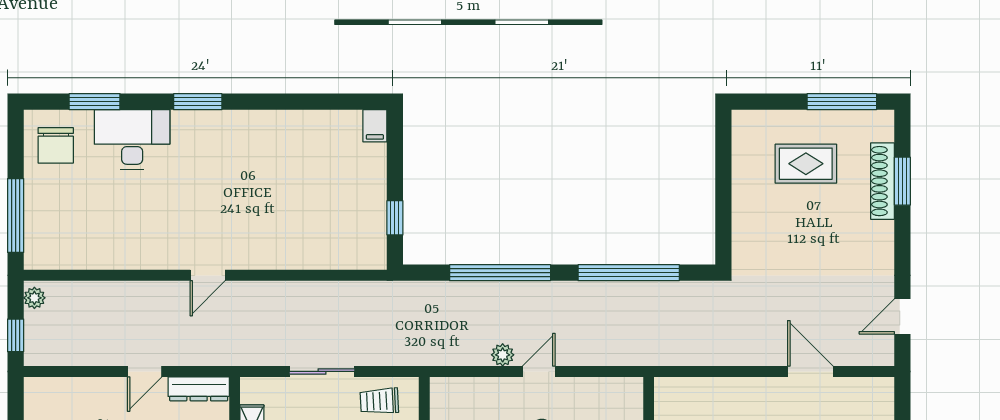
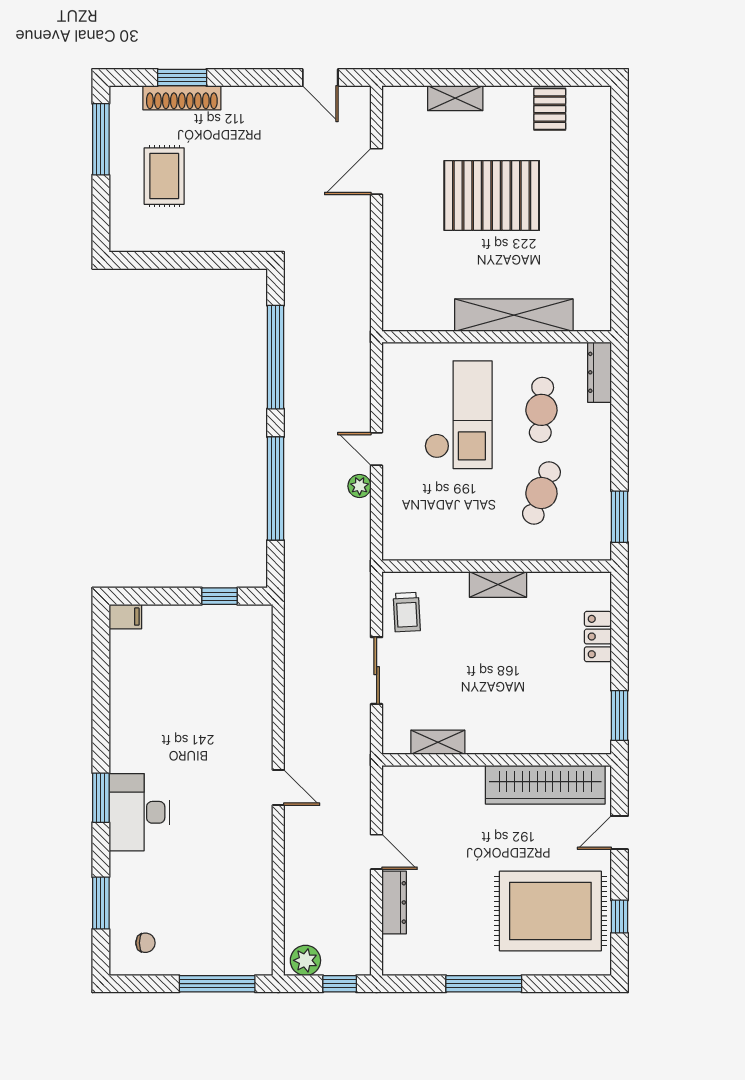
desk: (132, 139) -> (139, 812), moved
chair: (56, 145) -> (145, 943), width x0.54, depth x0.54
plant: (34, 298) -> (305, 960), width x1.38, depth x1.38
dresser: (199, 389) -> (394, 902), moved

